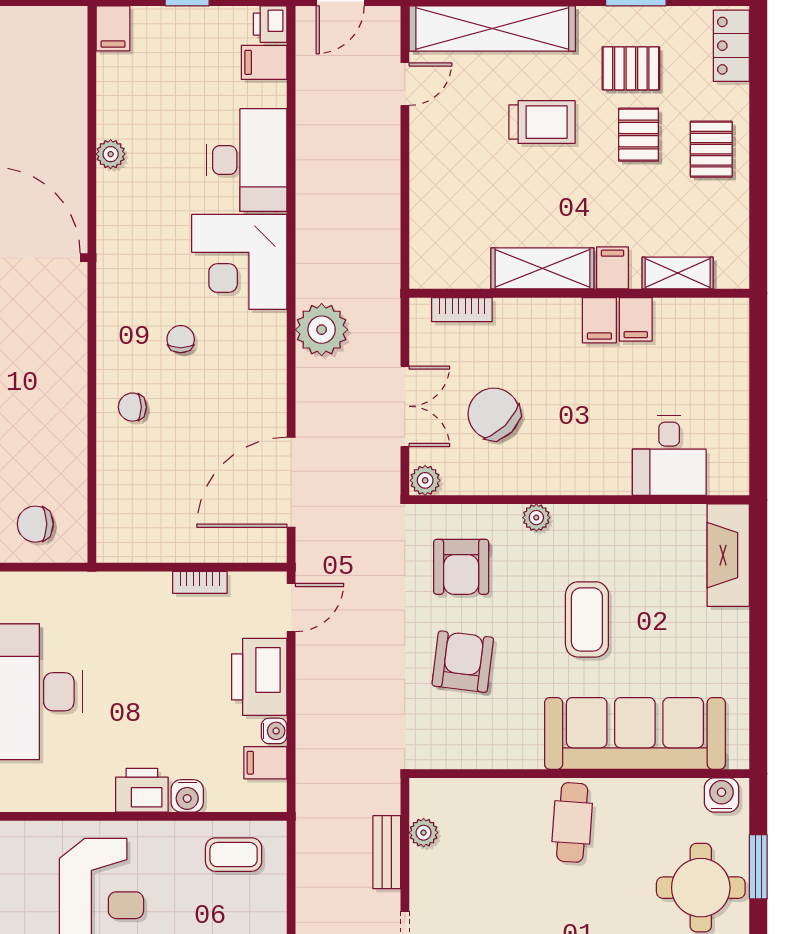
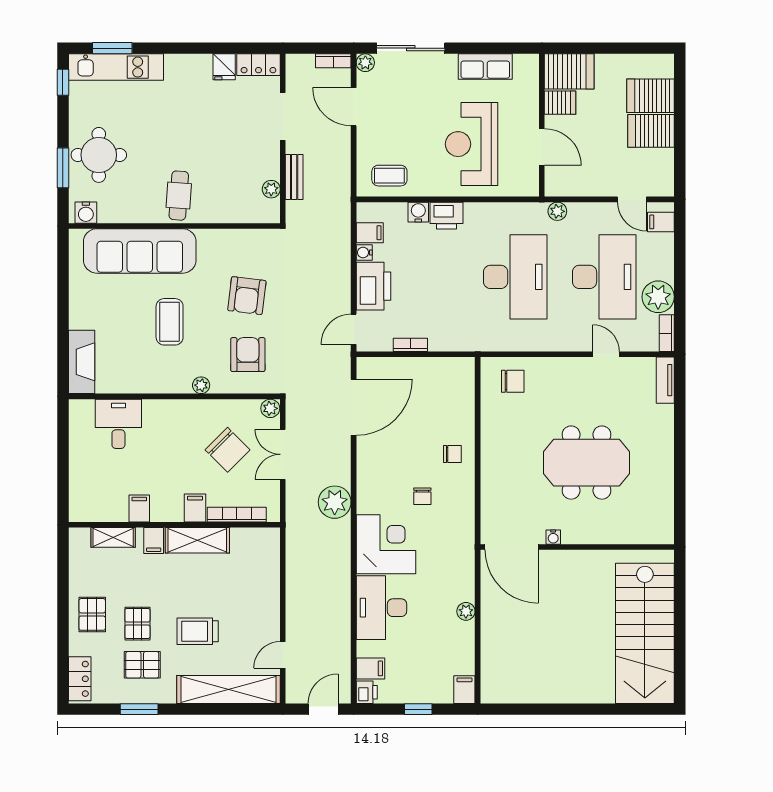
bookcase: (462, 310) -> (237, 515), width x1.56
filing cabinet: (599, 320) -> (195, 508), moved

